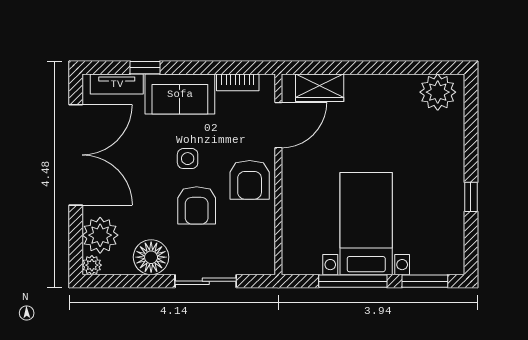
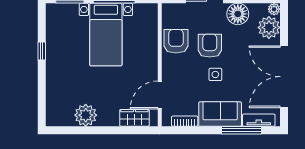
window: (145, 68) -> (241, 130), width x2.17
plant: (438, 92) -> (86, 115), moved
armchair: (250, 180) -> (176, 41), moved

